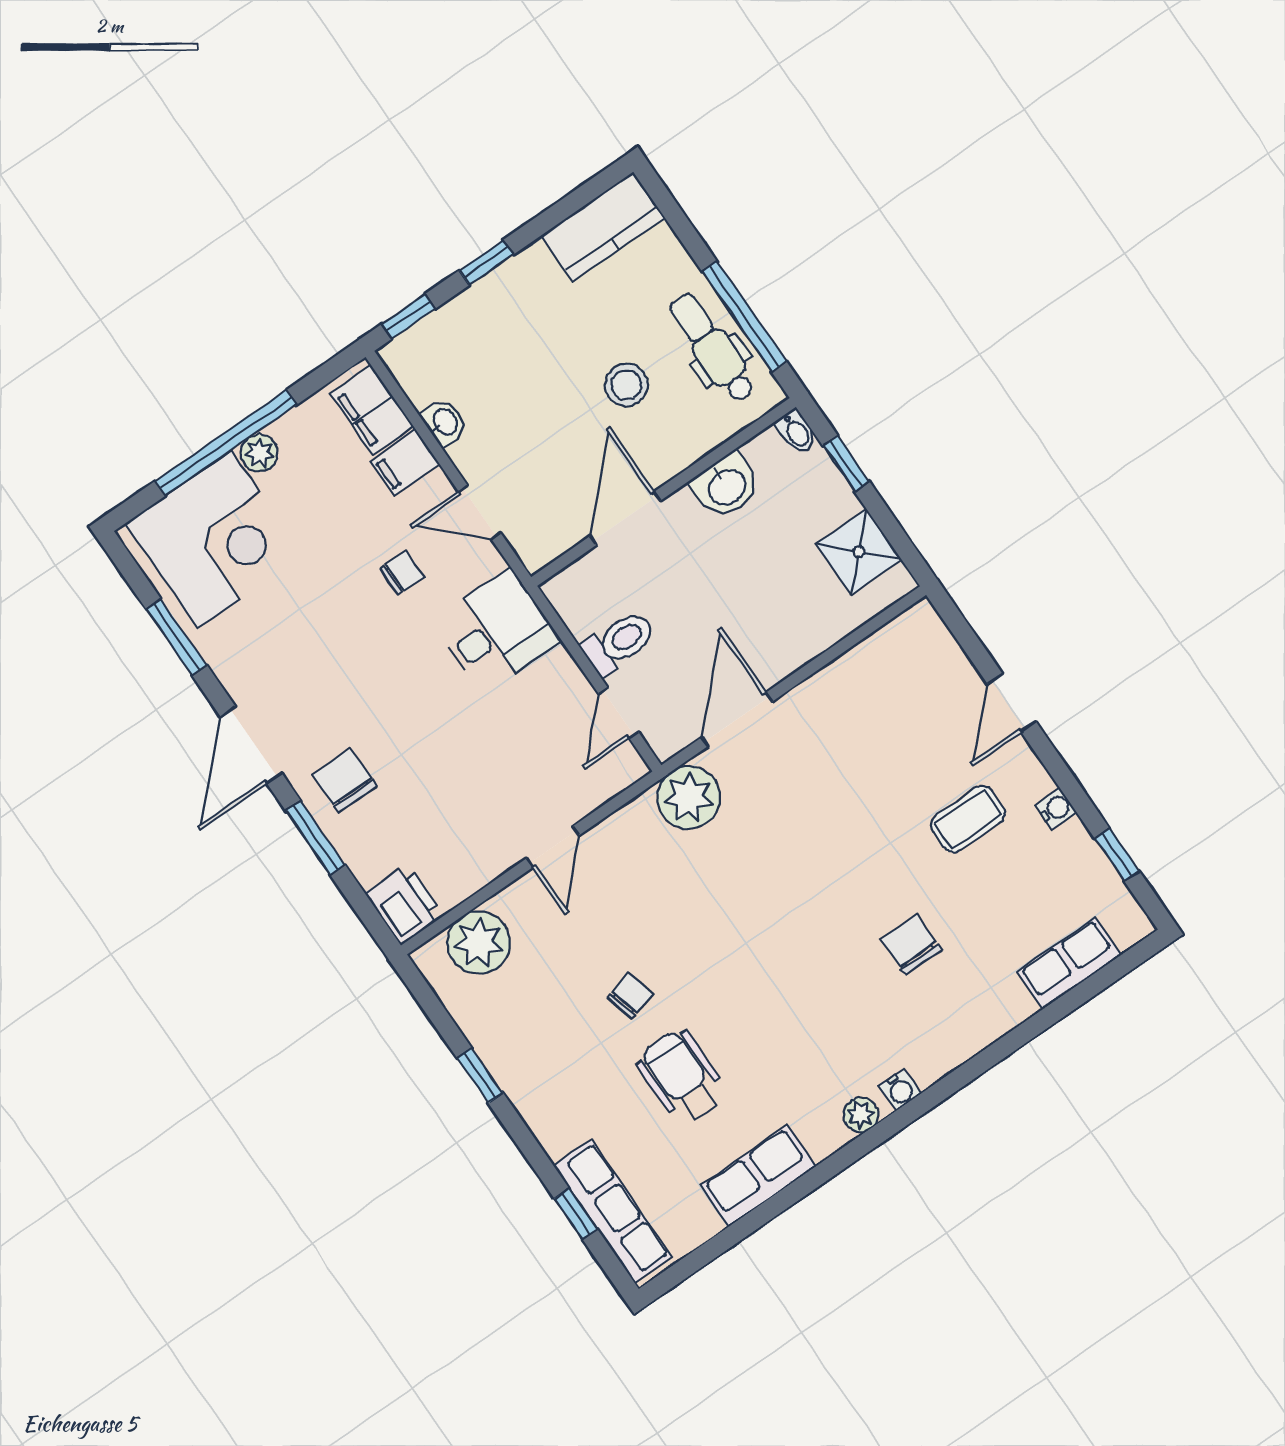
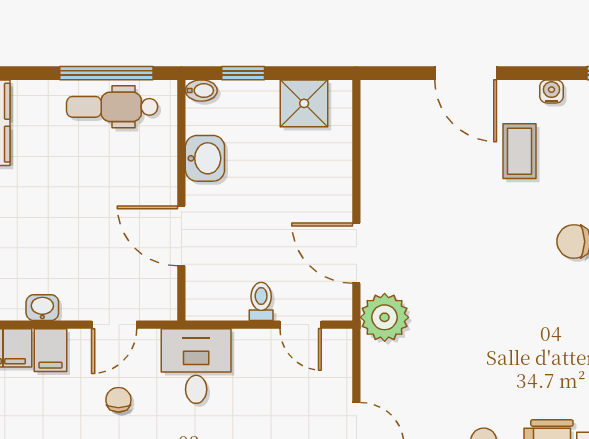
stool: (626, 385) -> (98, 177), removed
toilet: (619, 643) -> (261, 301), width x0.73, depth x0.72
door: (1012, 703) -> (466, 73), width x1.38

